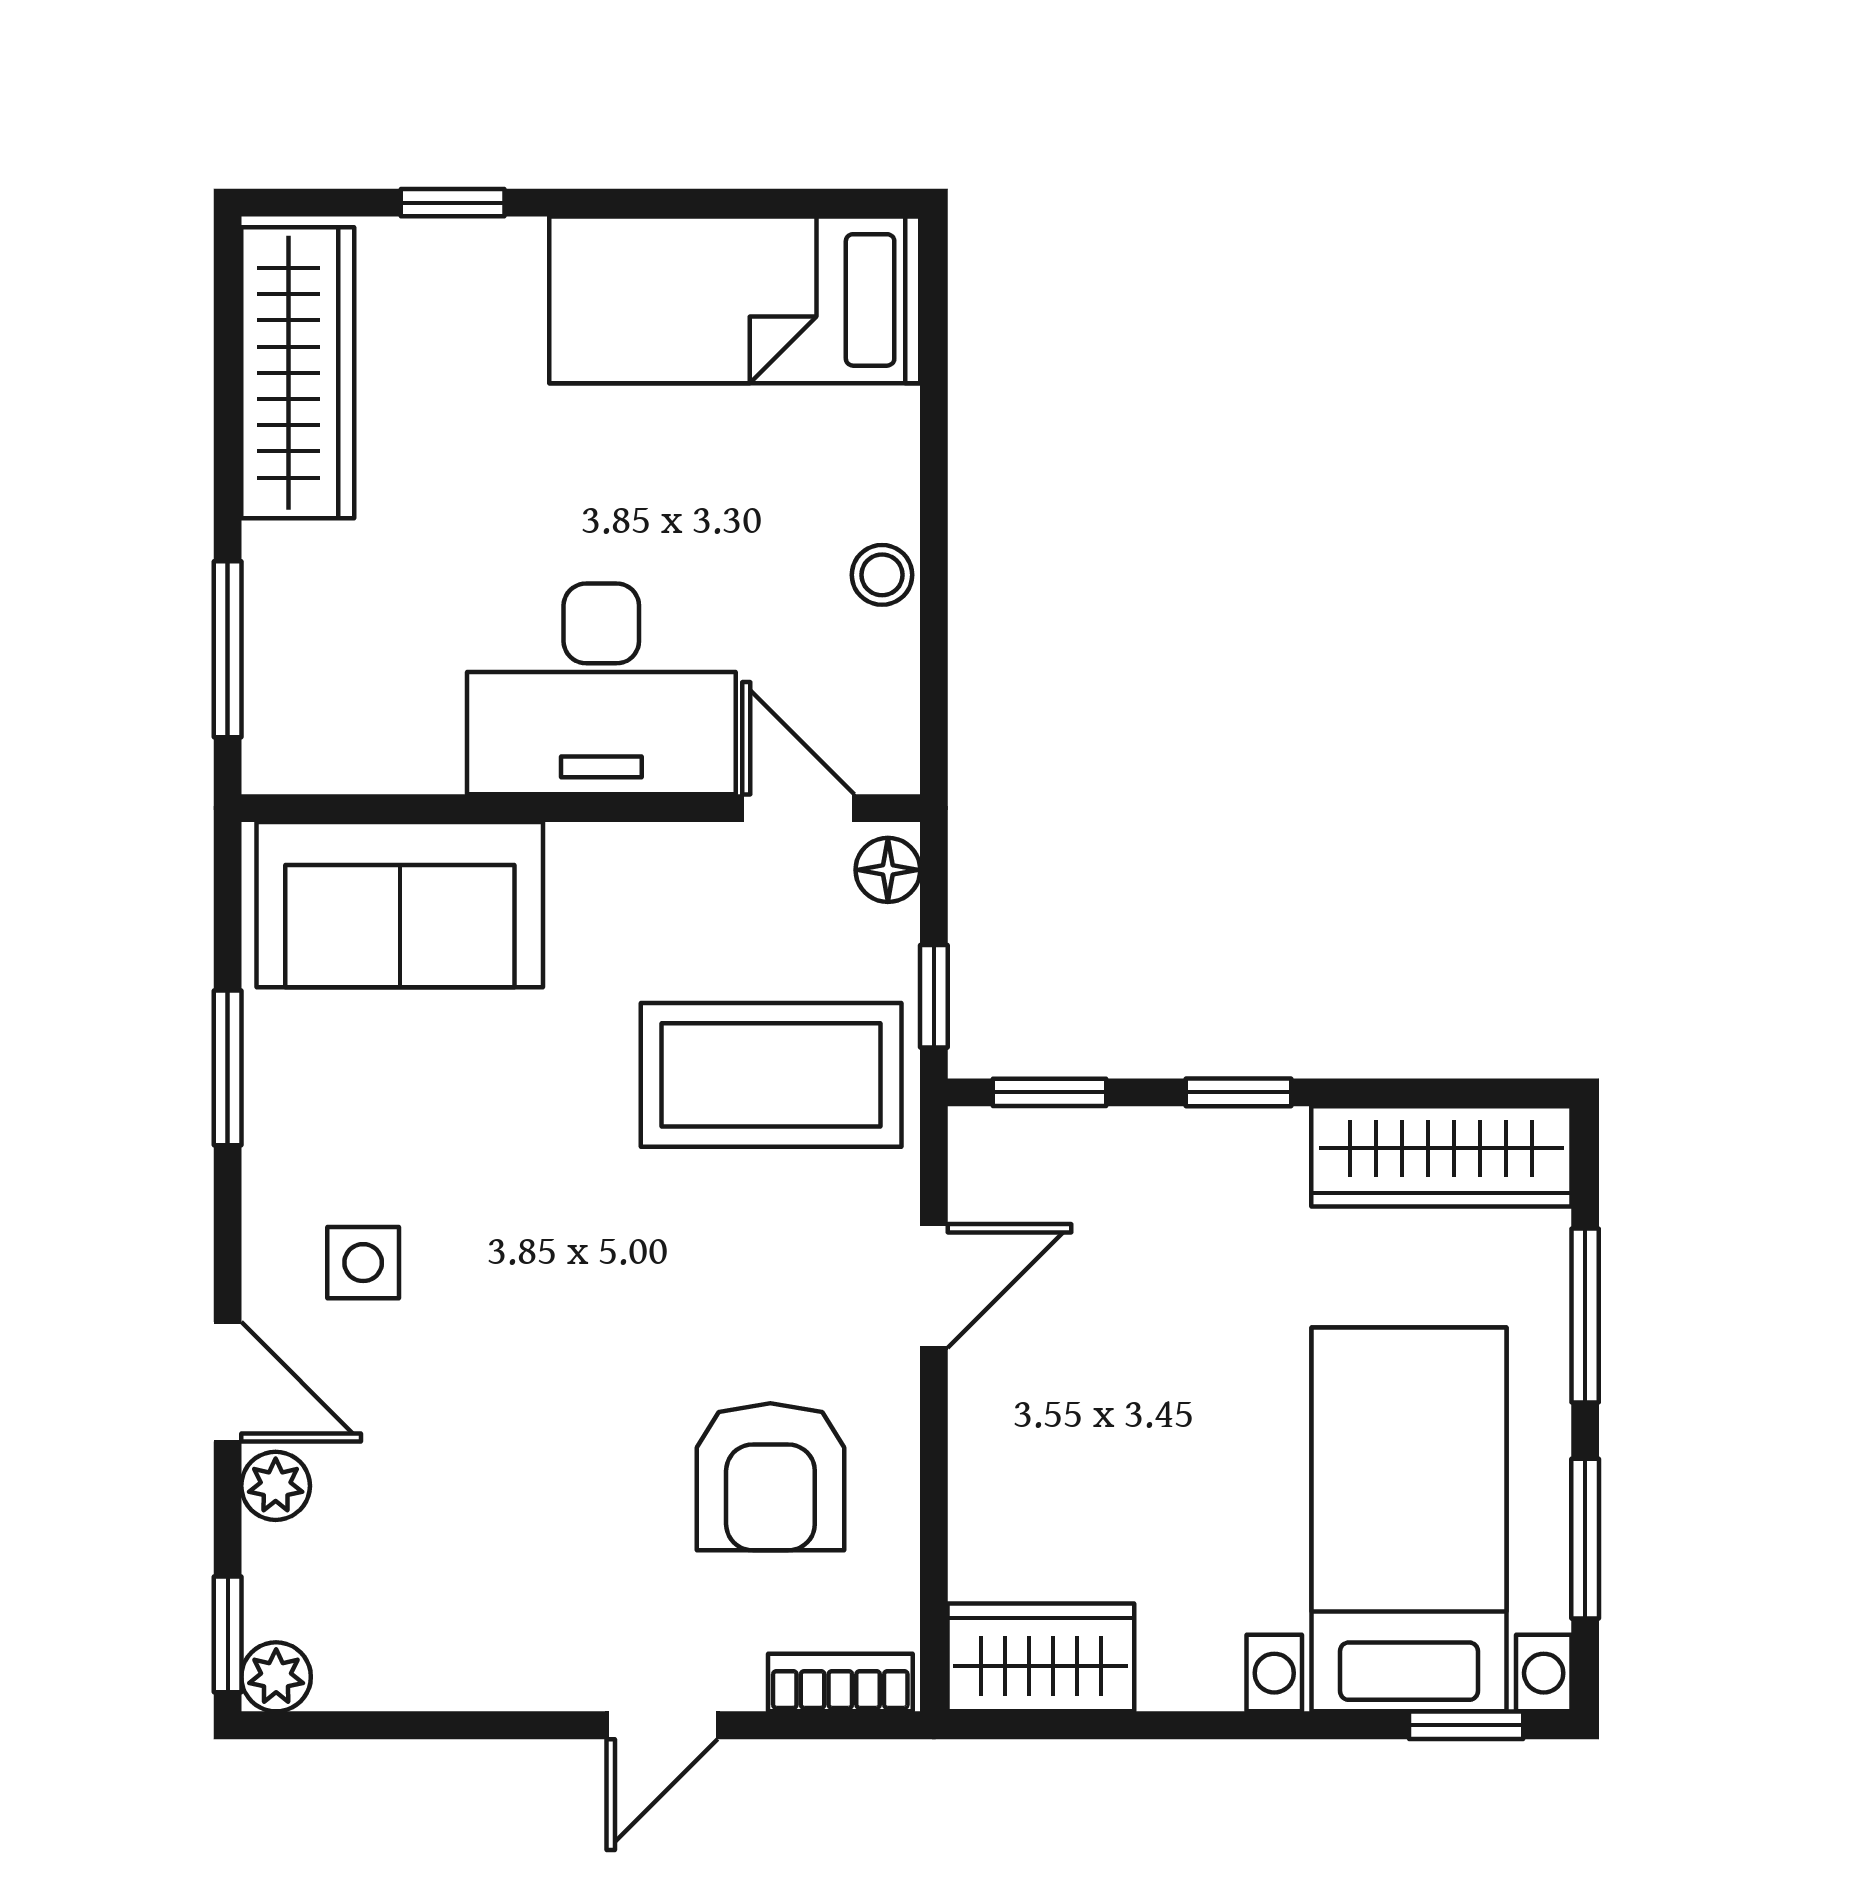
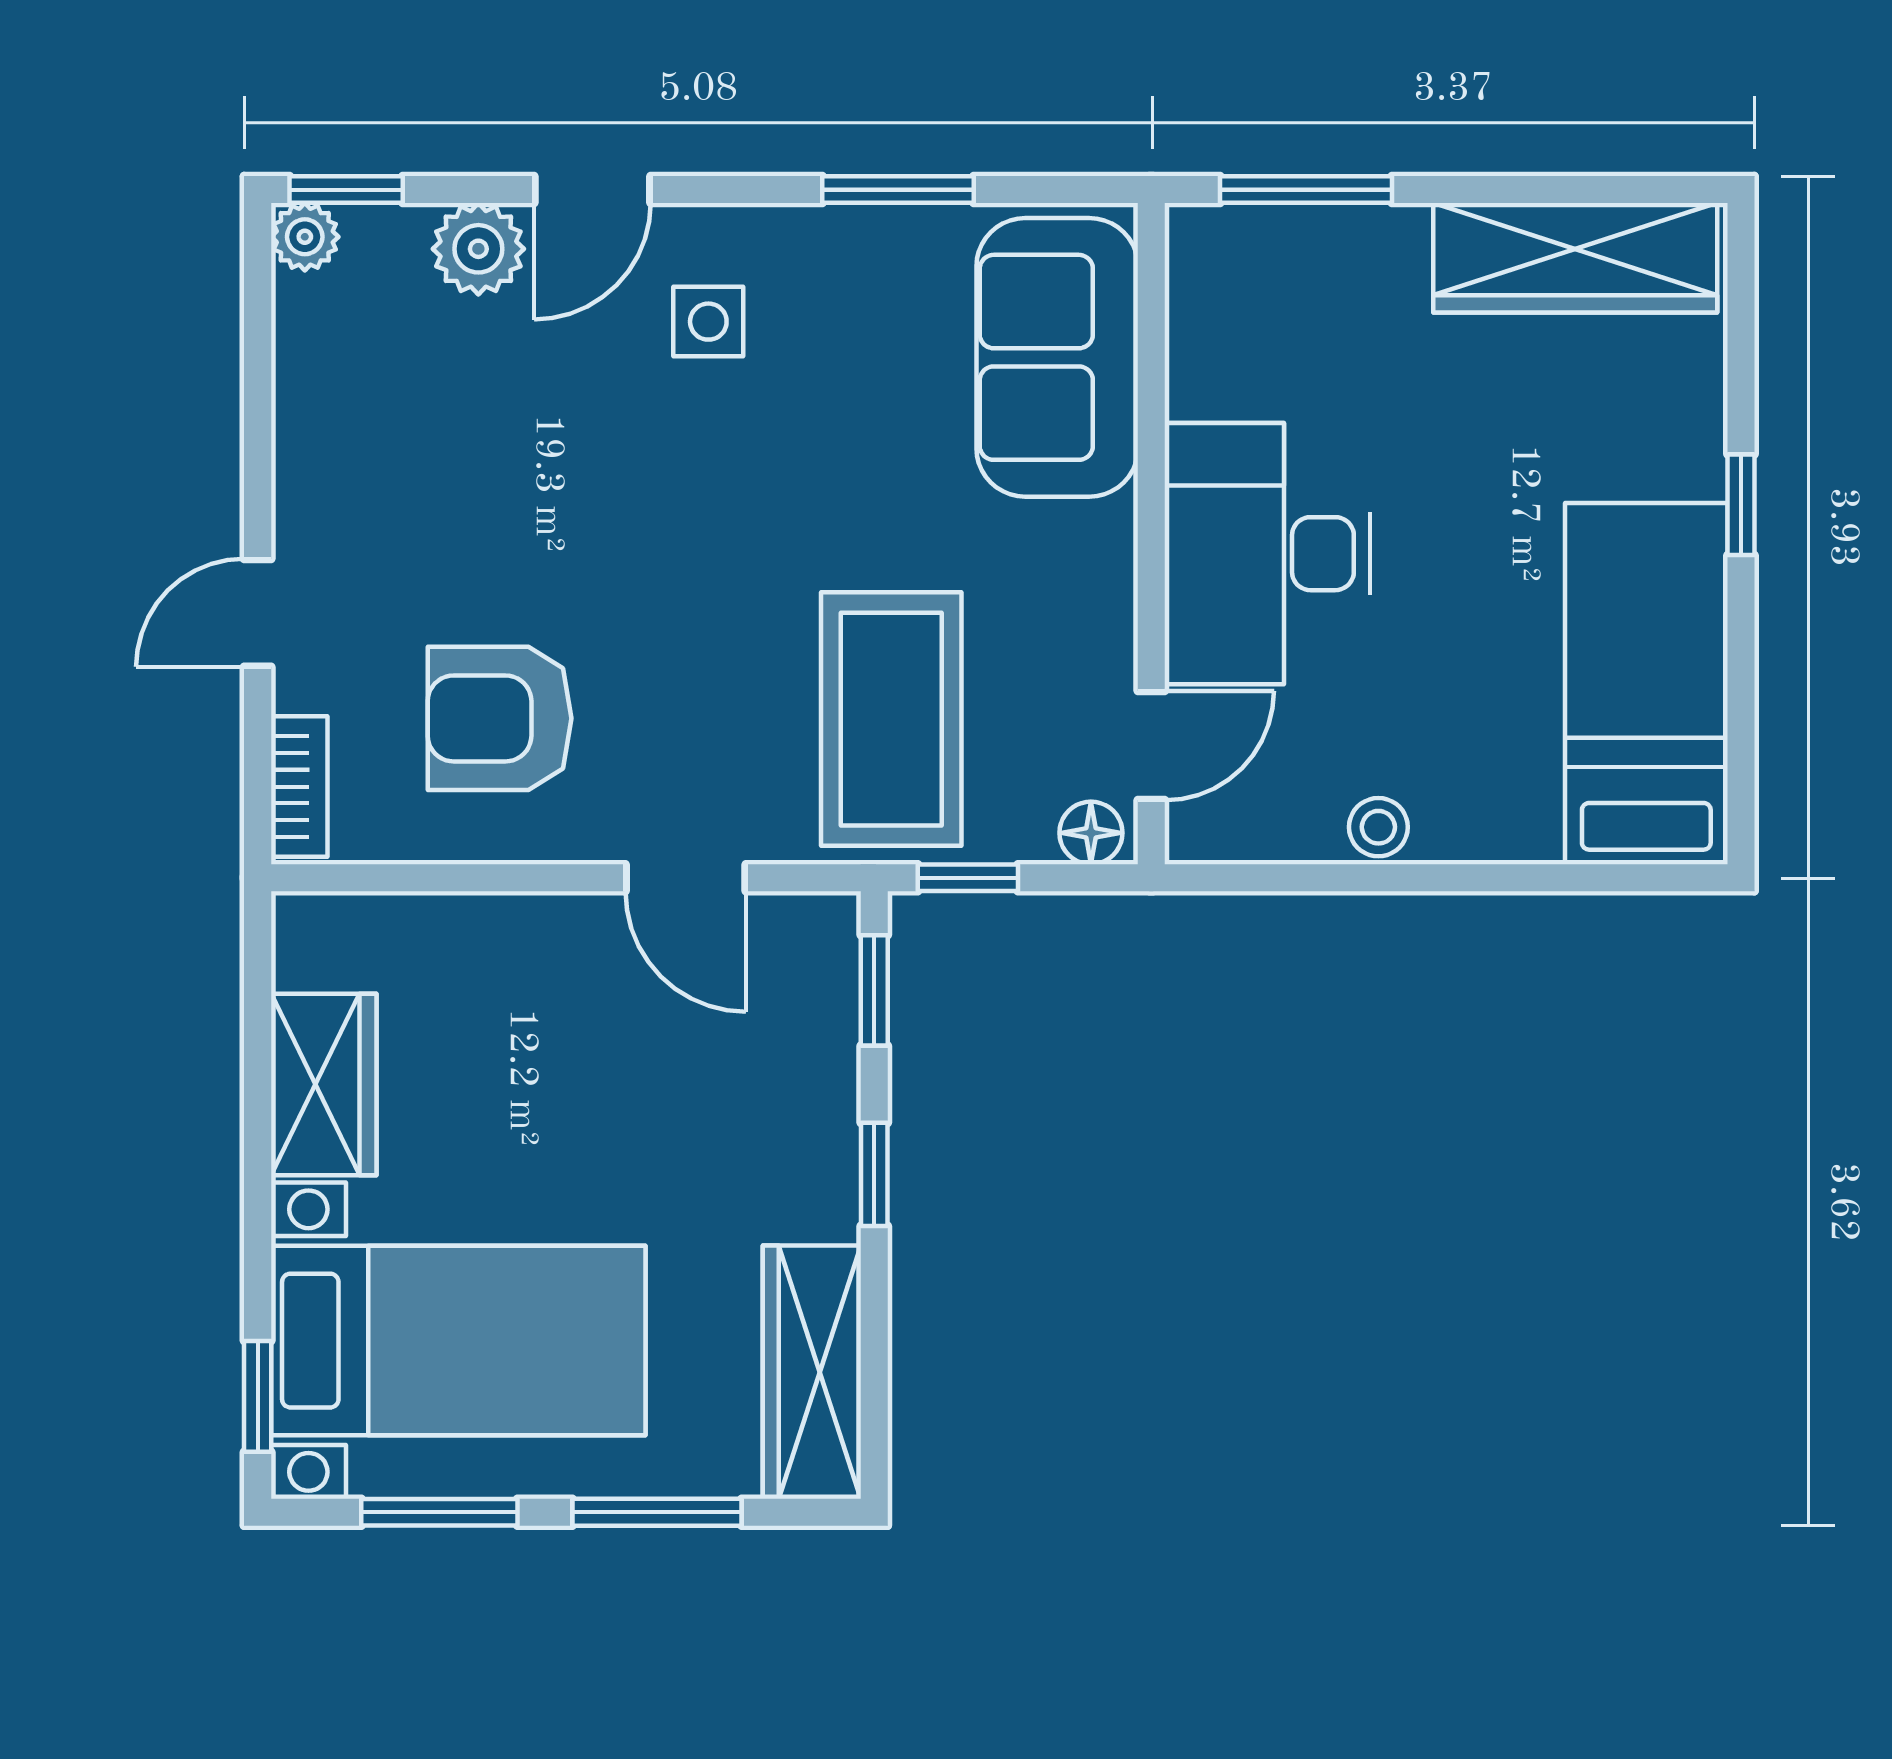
window: (453, 203) -> (1741, 505), moved
plant: (276, 1486) -> (478, 249), width x1.38, depth x1.38
wardrobe: (1041, 1657) -> (324, 1084), moved
door: (662, 1725) -> (258, 613), hinge flipped

